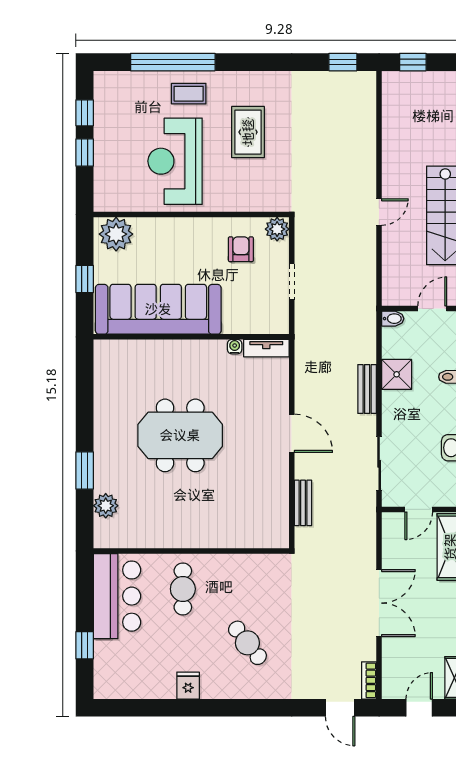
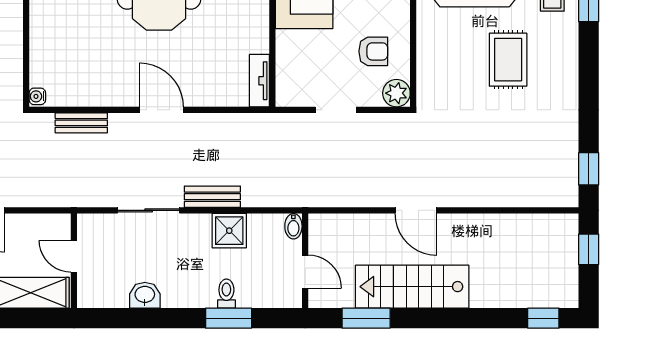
rug: (248, 132) -> (508, 60), turned 90
door: (379, 212) -> (416, 210), width x1.38
water cooler: (235, 347) -> (37, 96), moved, turned 180
door: (292, 433) -> (161, 110), swing flipped
sliding door: (379, 464) -> (149, 210), moved

